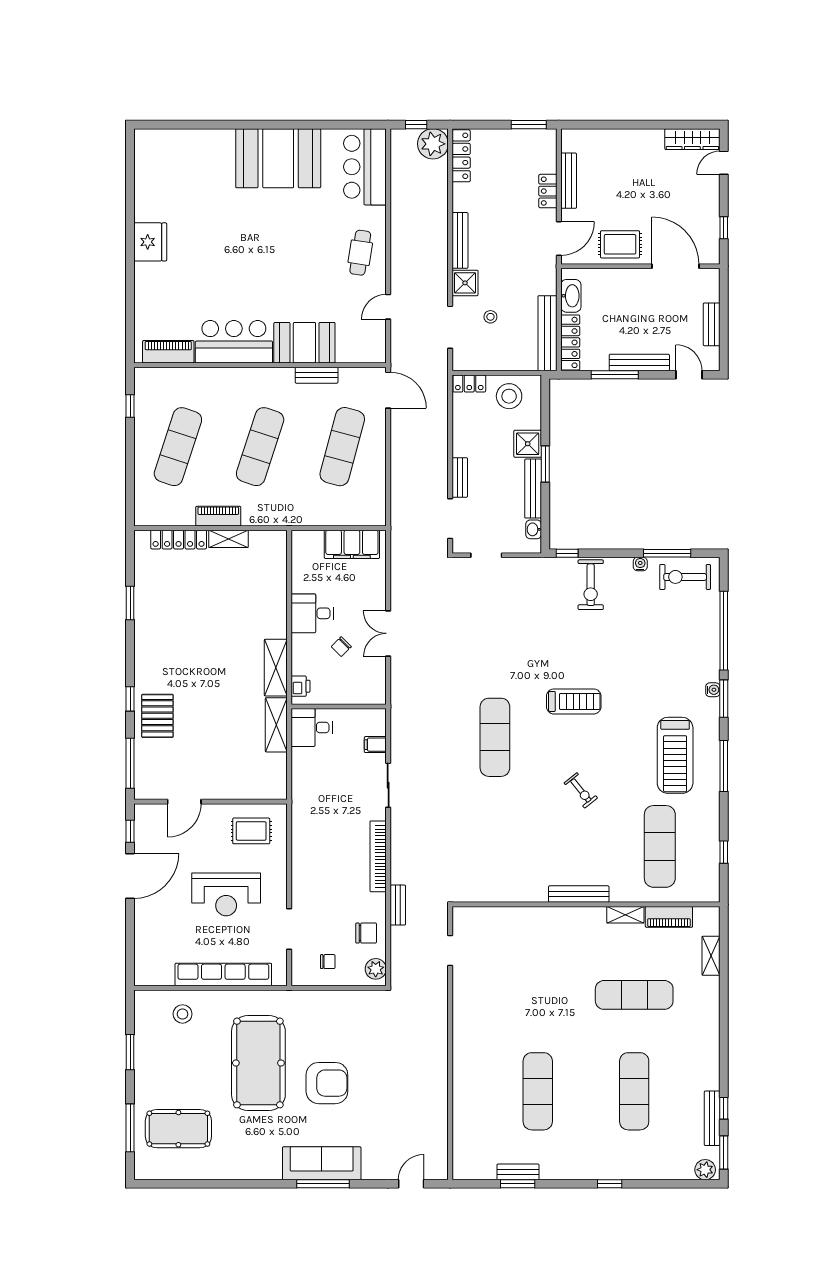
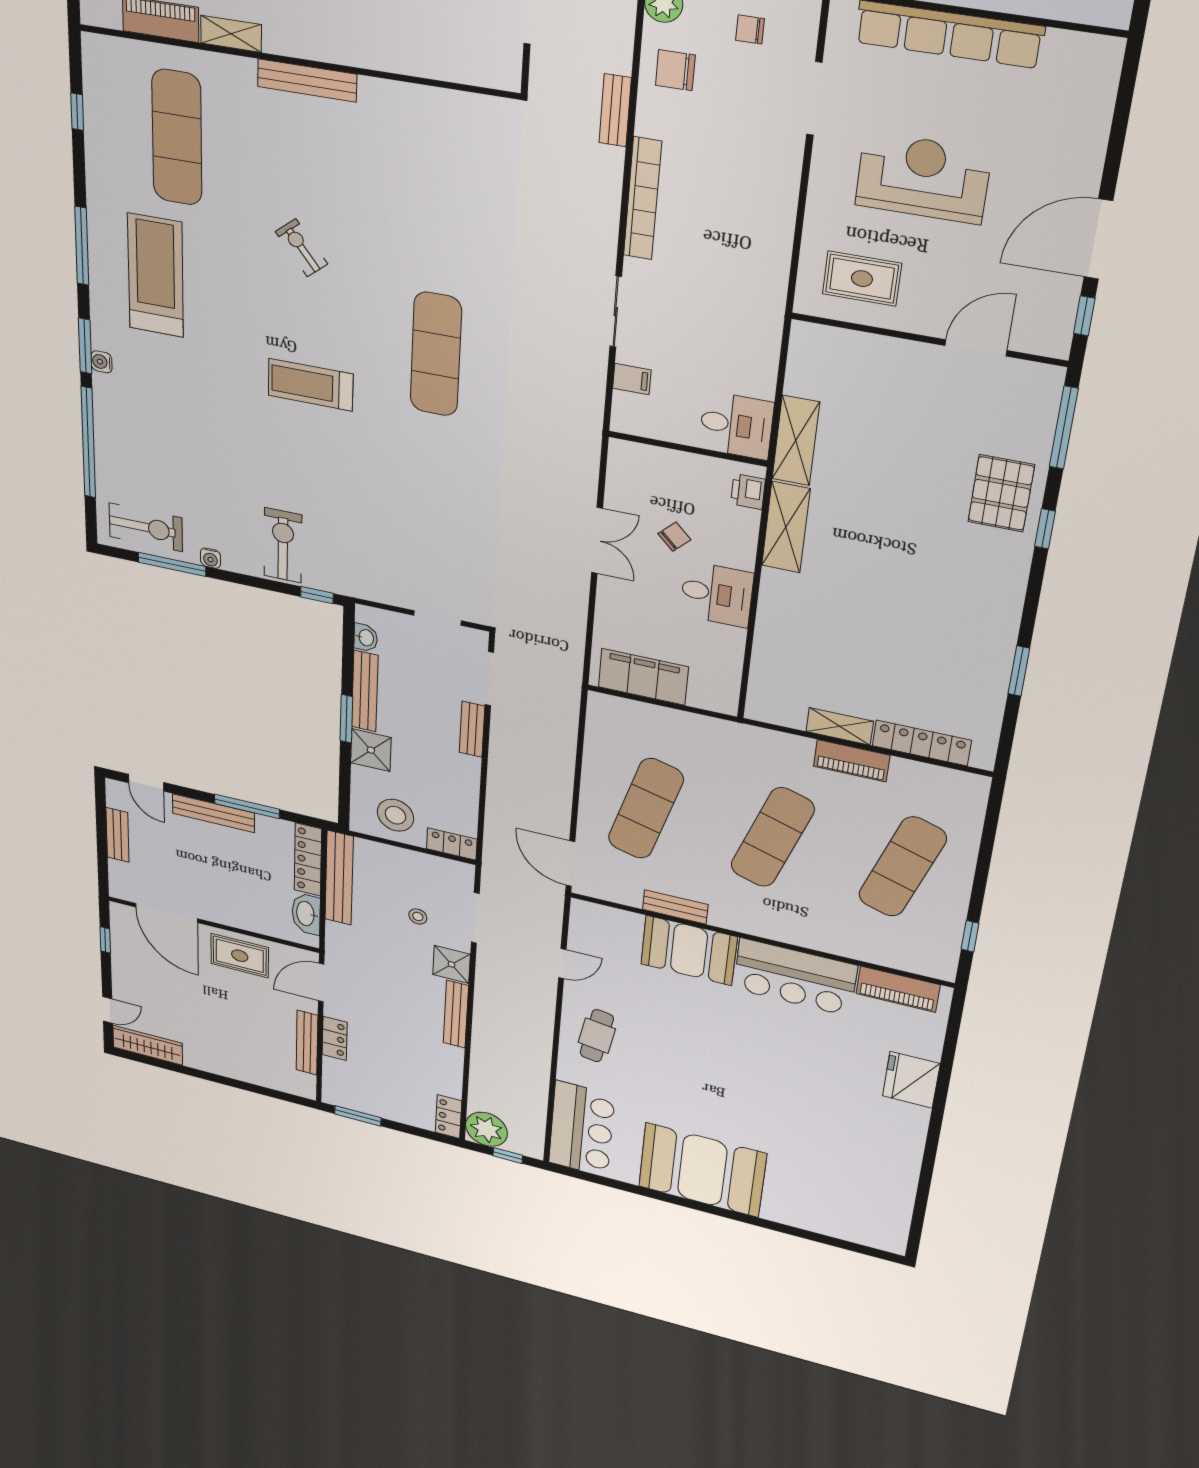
locker: (461, 156) -> (449, 1117), width x0.66
fridge: (150, 242) -> (911, 1080), moved

